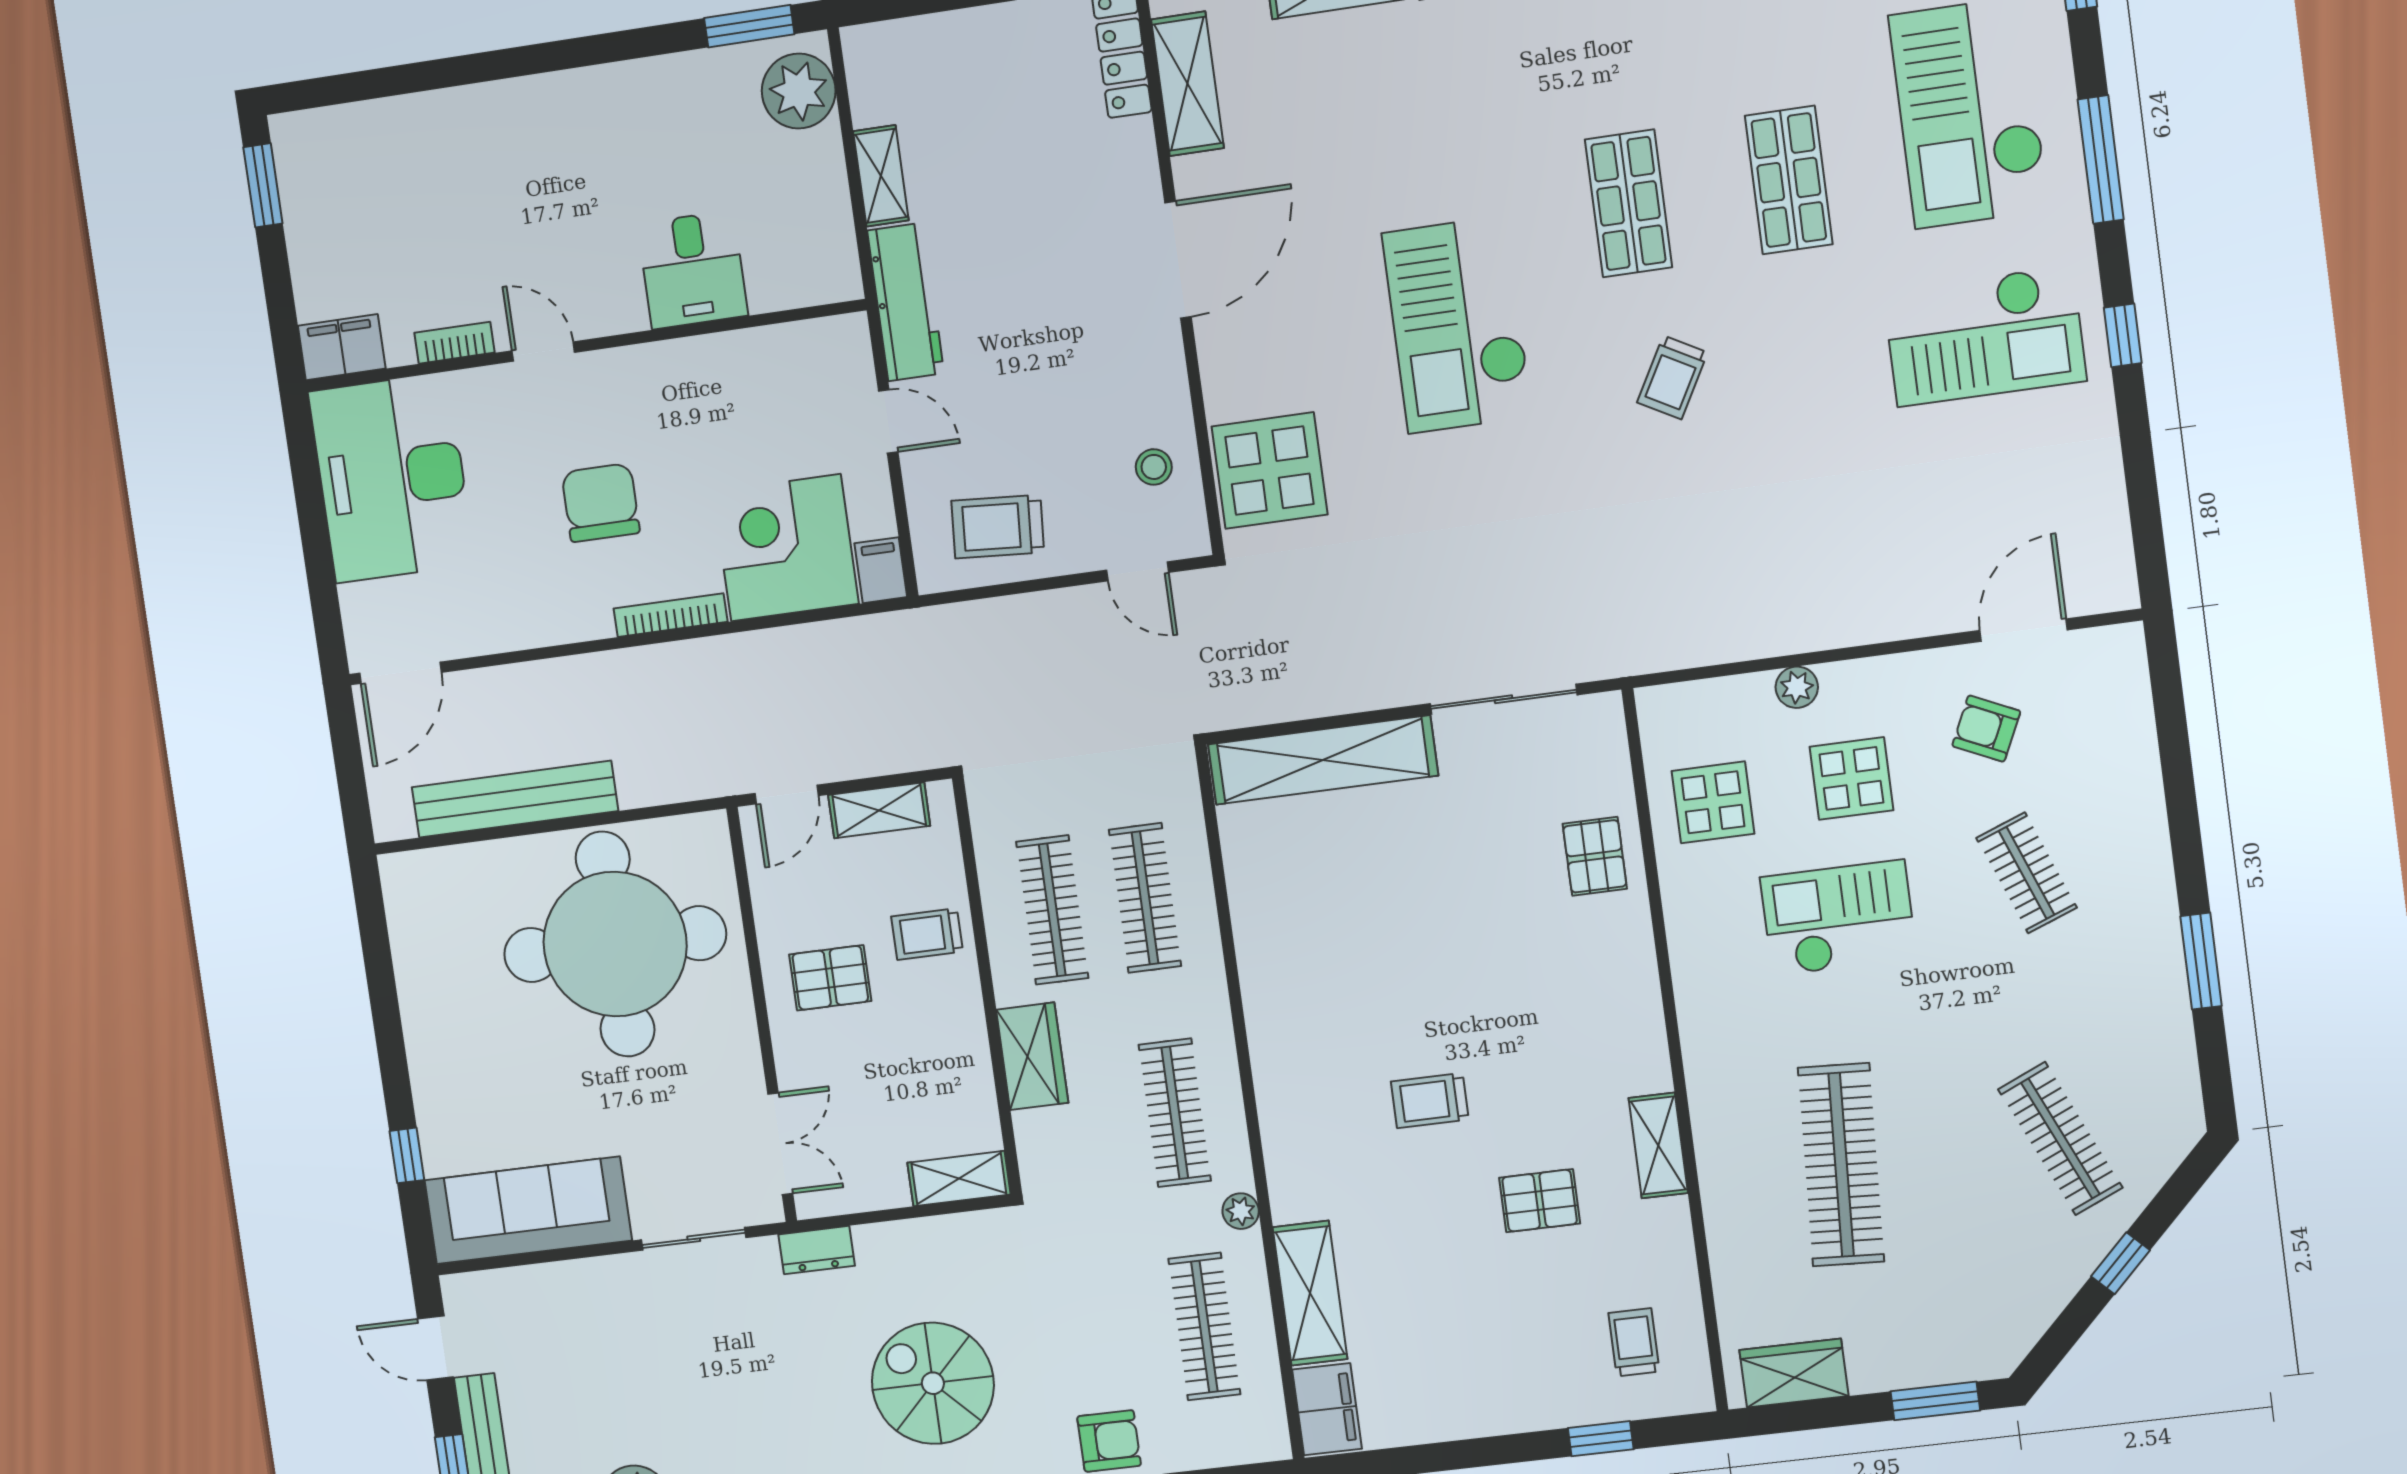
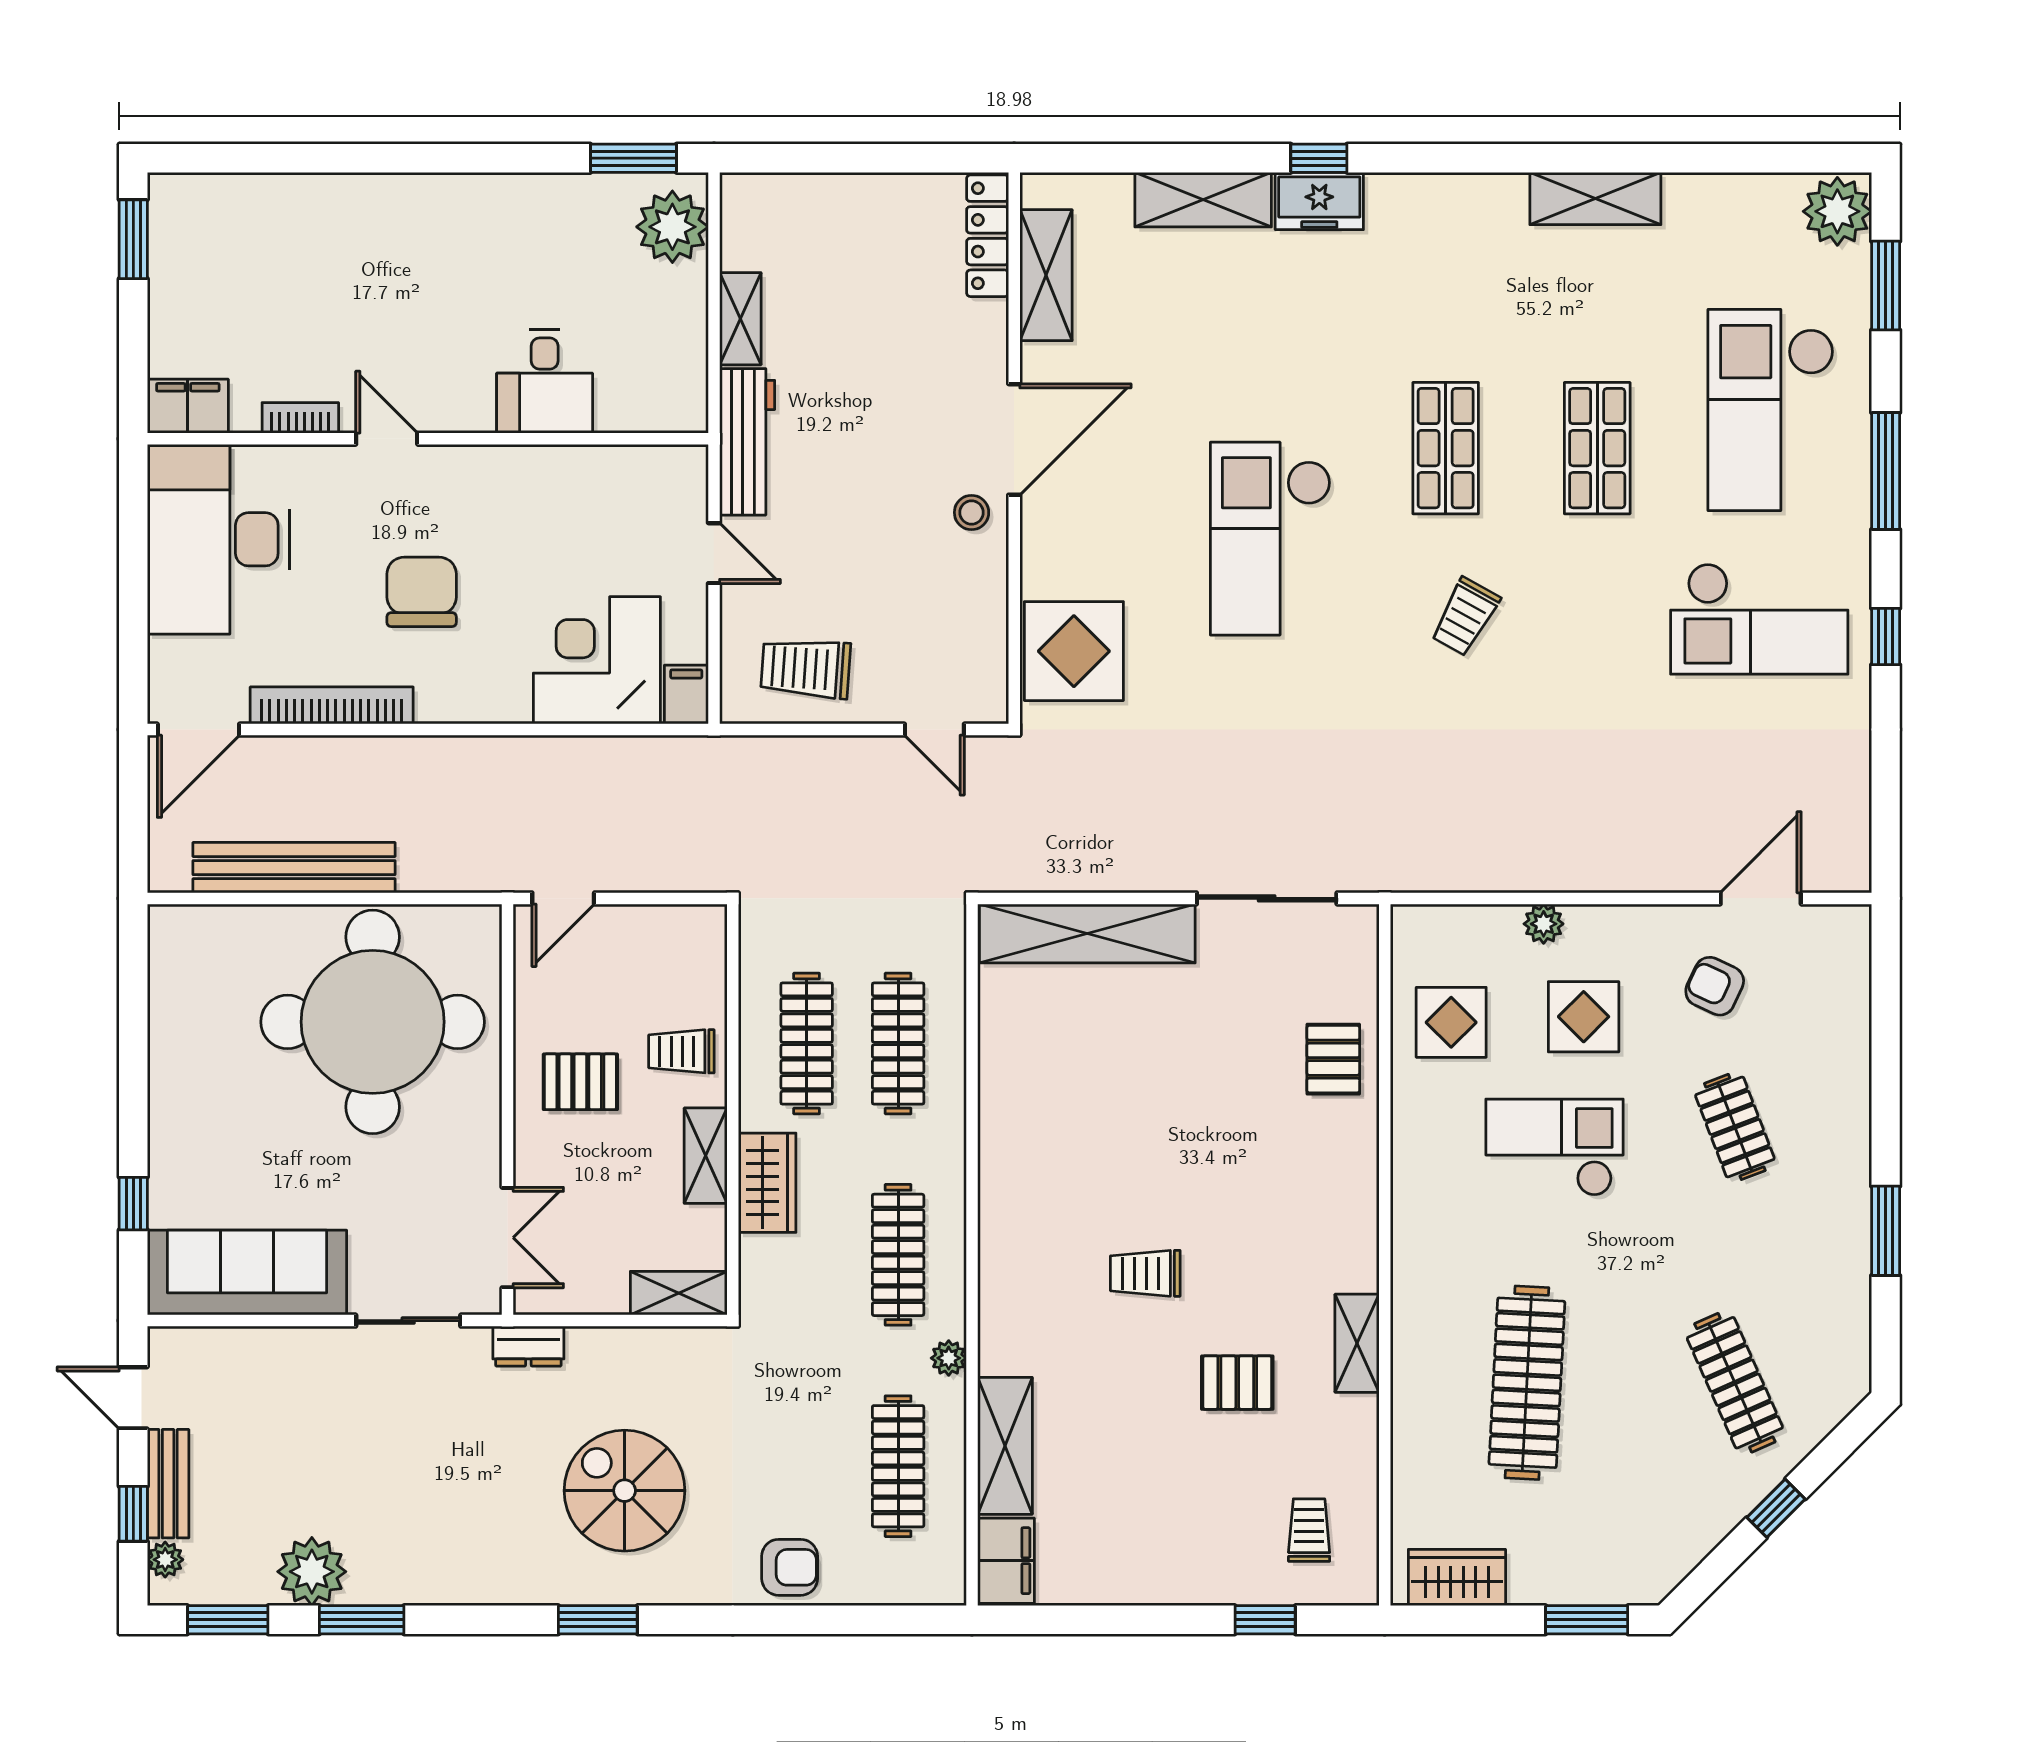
stool: (1154, 467) -> (972, 512), moved
bookcase: (671, 615) -> (332, 705), moved, width x1.48, depth x1.31
shelving: (879, 810) -> (706, 1156), moved, turned 90

